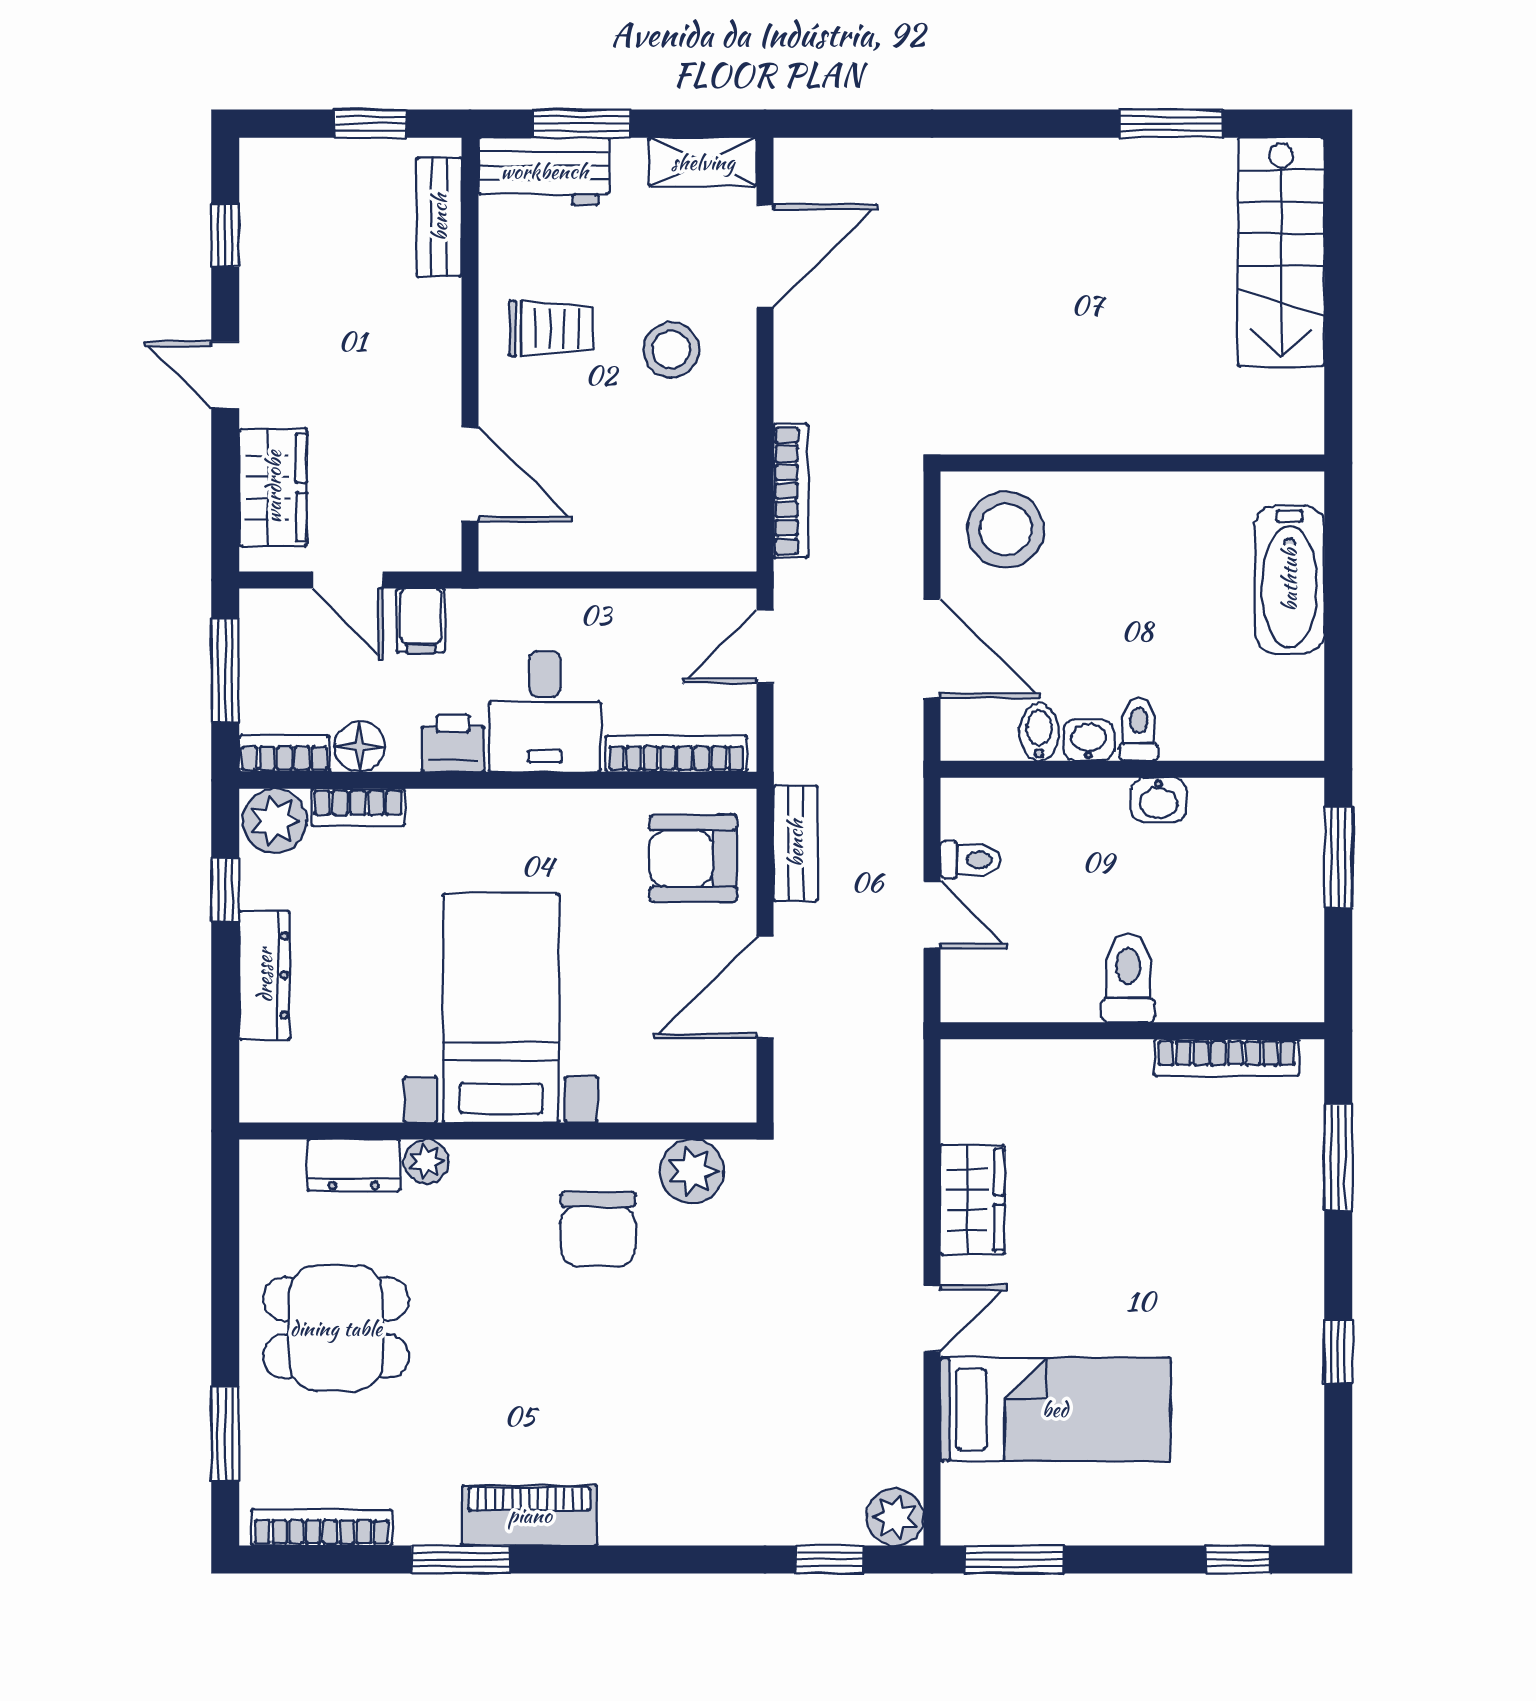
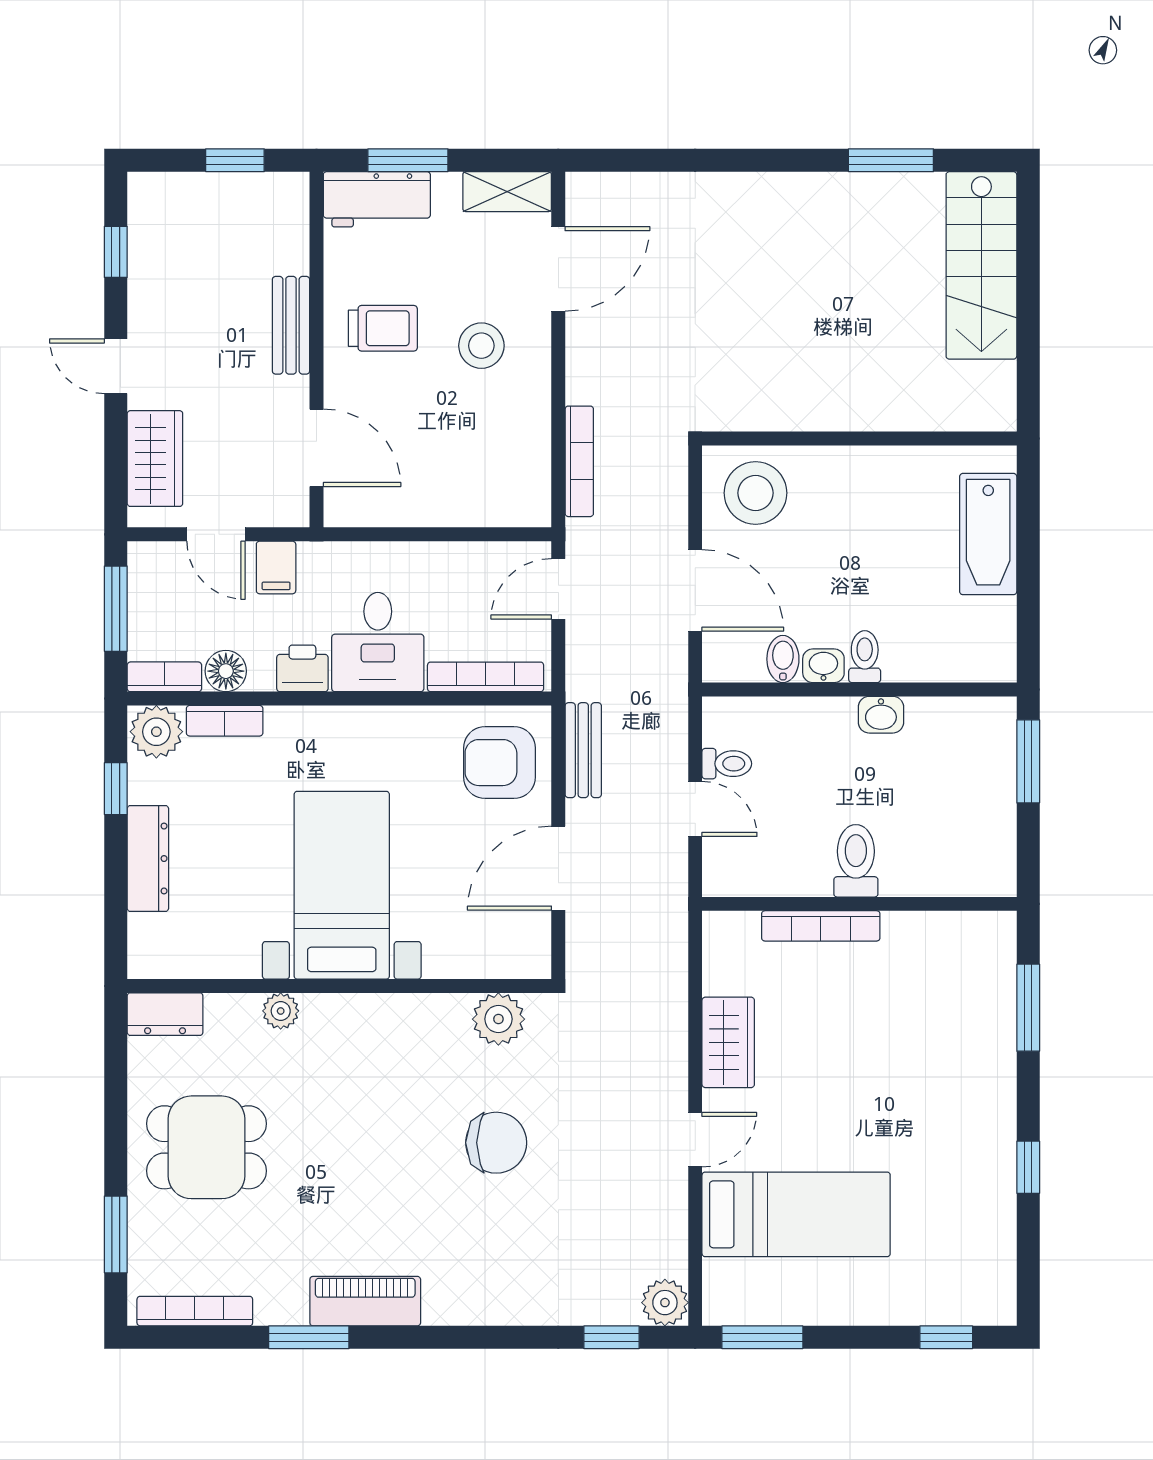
bench: (439, 217) -> (291, 325), moved
bookcase: (1227, 1058) -> (821, 926), moved
dresser: (354, 1165) -> (165, 1014), moved
chair: (598, 1229) -> (496, 1143), moved, turned -90

